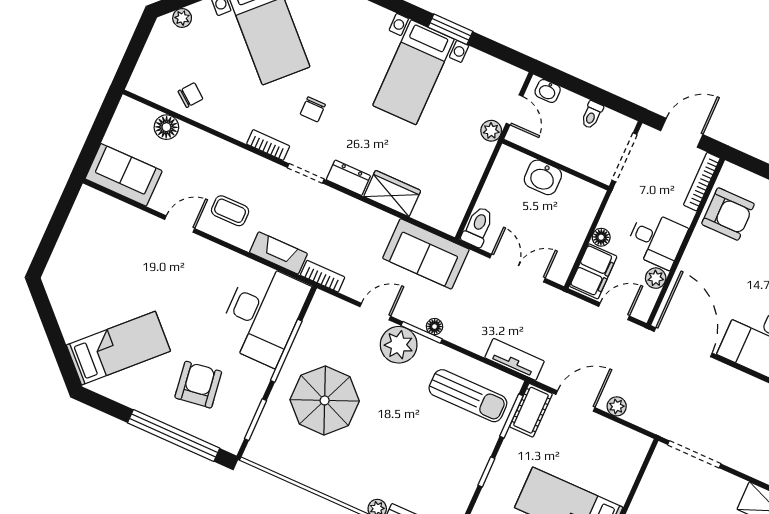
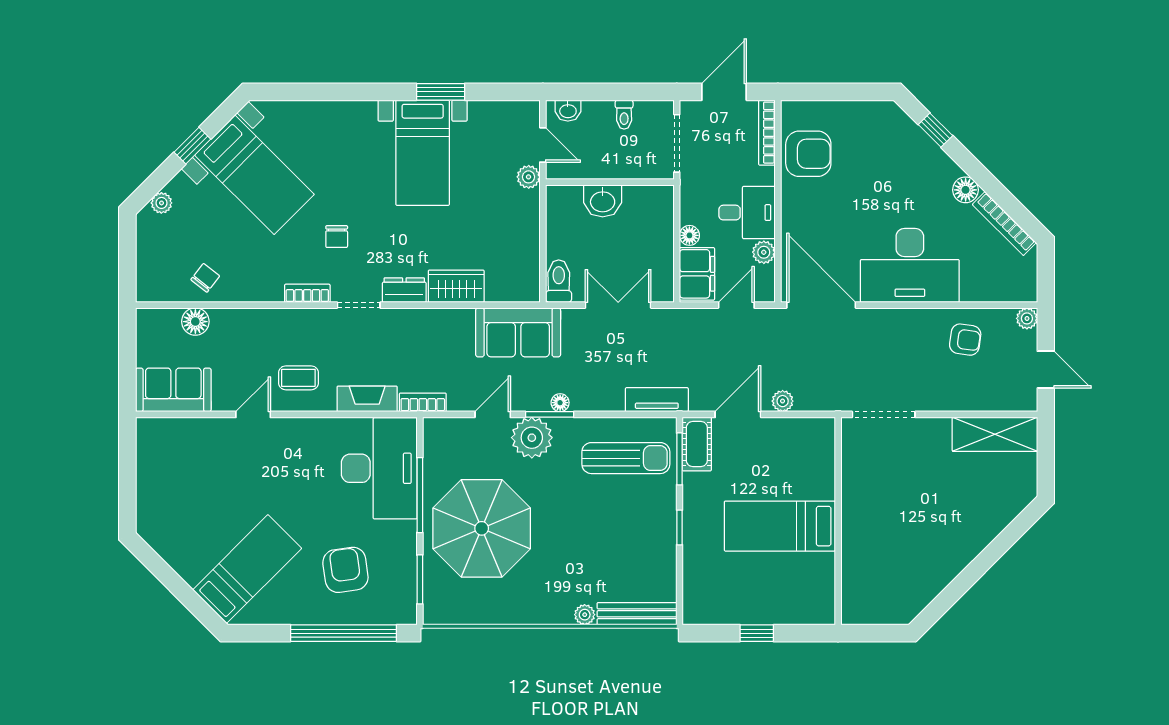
parasol: (325, 400) -> (482, 528), width x1.36, depth x1.36

